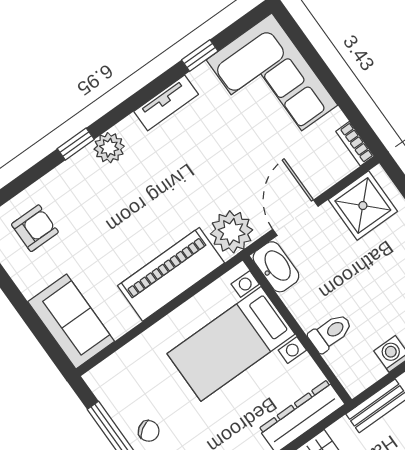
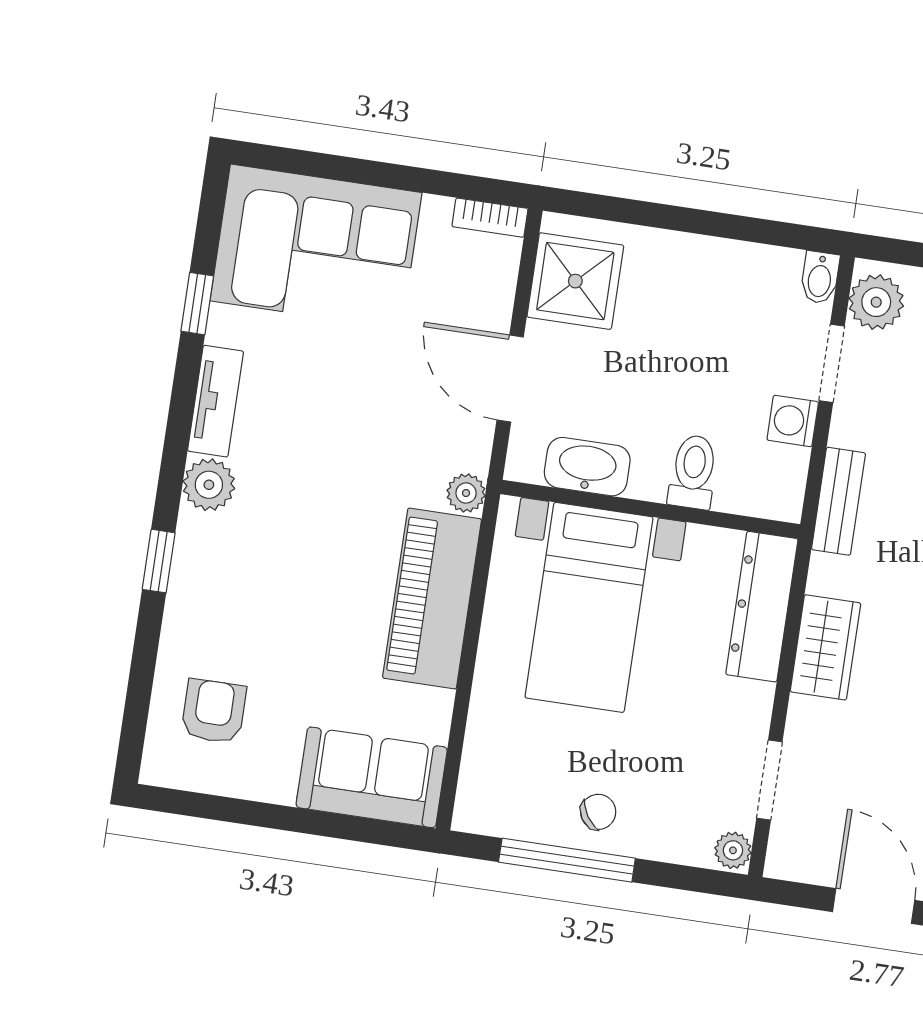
plant: (109, 148) -> (209, 485), moved
plant: (232, 232) -> (466, 493), width x0.53, depth x0.53
washbasin: (276, 267) -> (587, 467), moved

